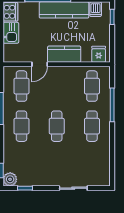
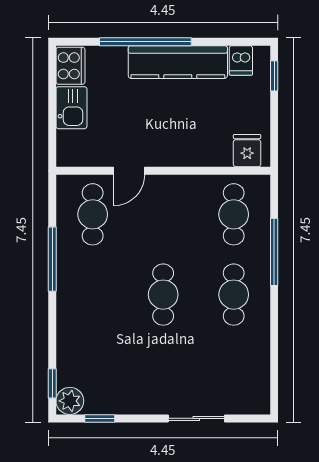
kitchen counter: (64, 54) -> (178, 150), removed
cafe table: (21, 126) -> (93, 295), removed

